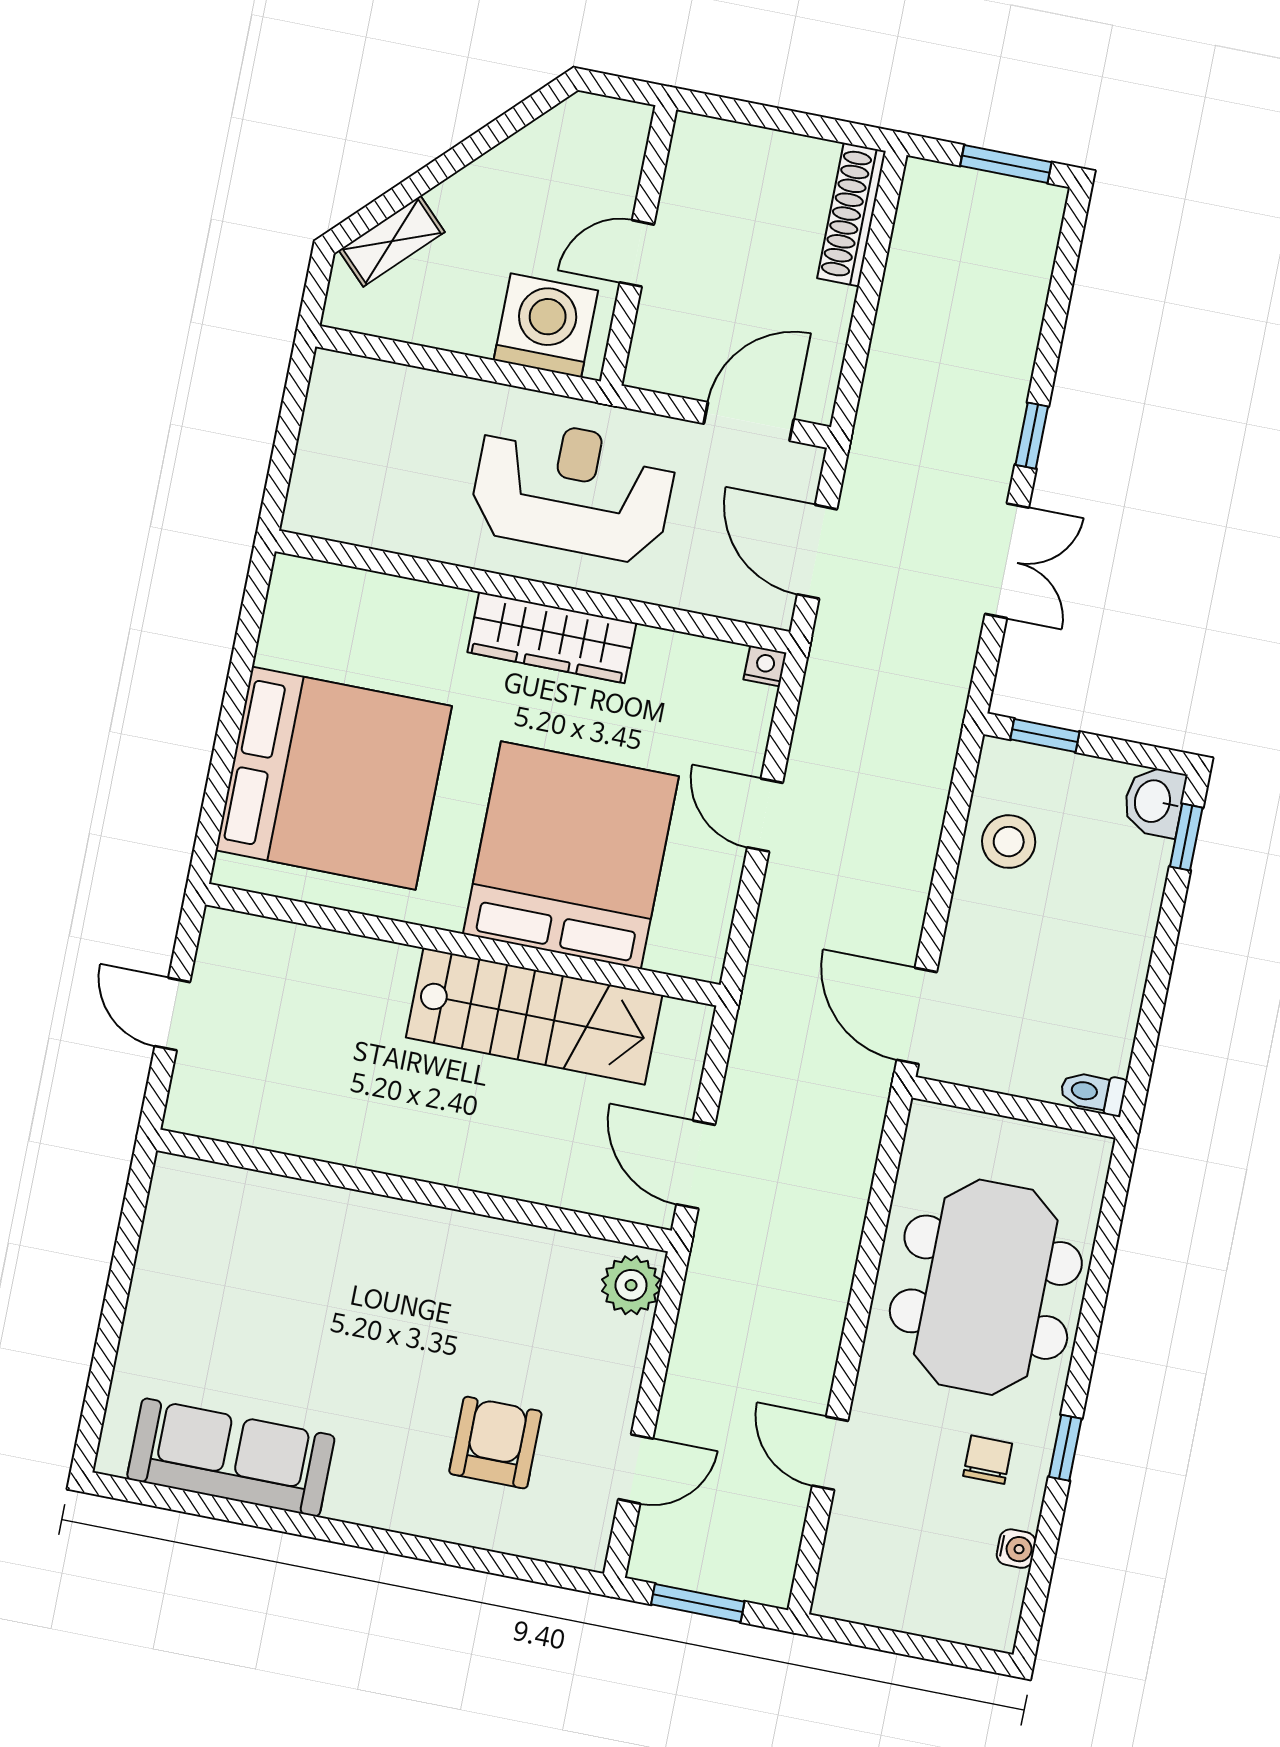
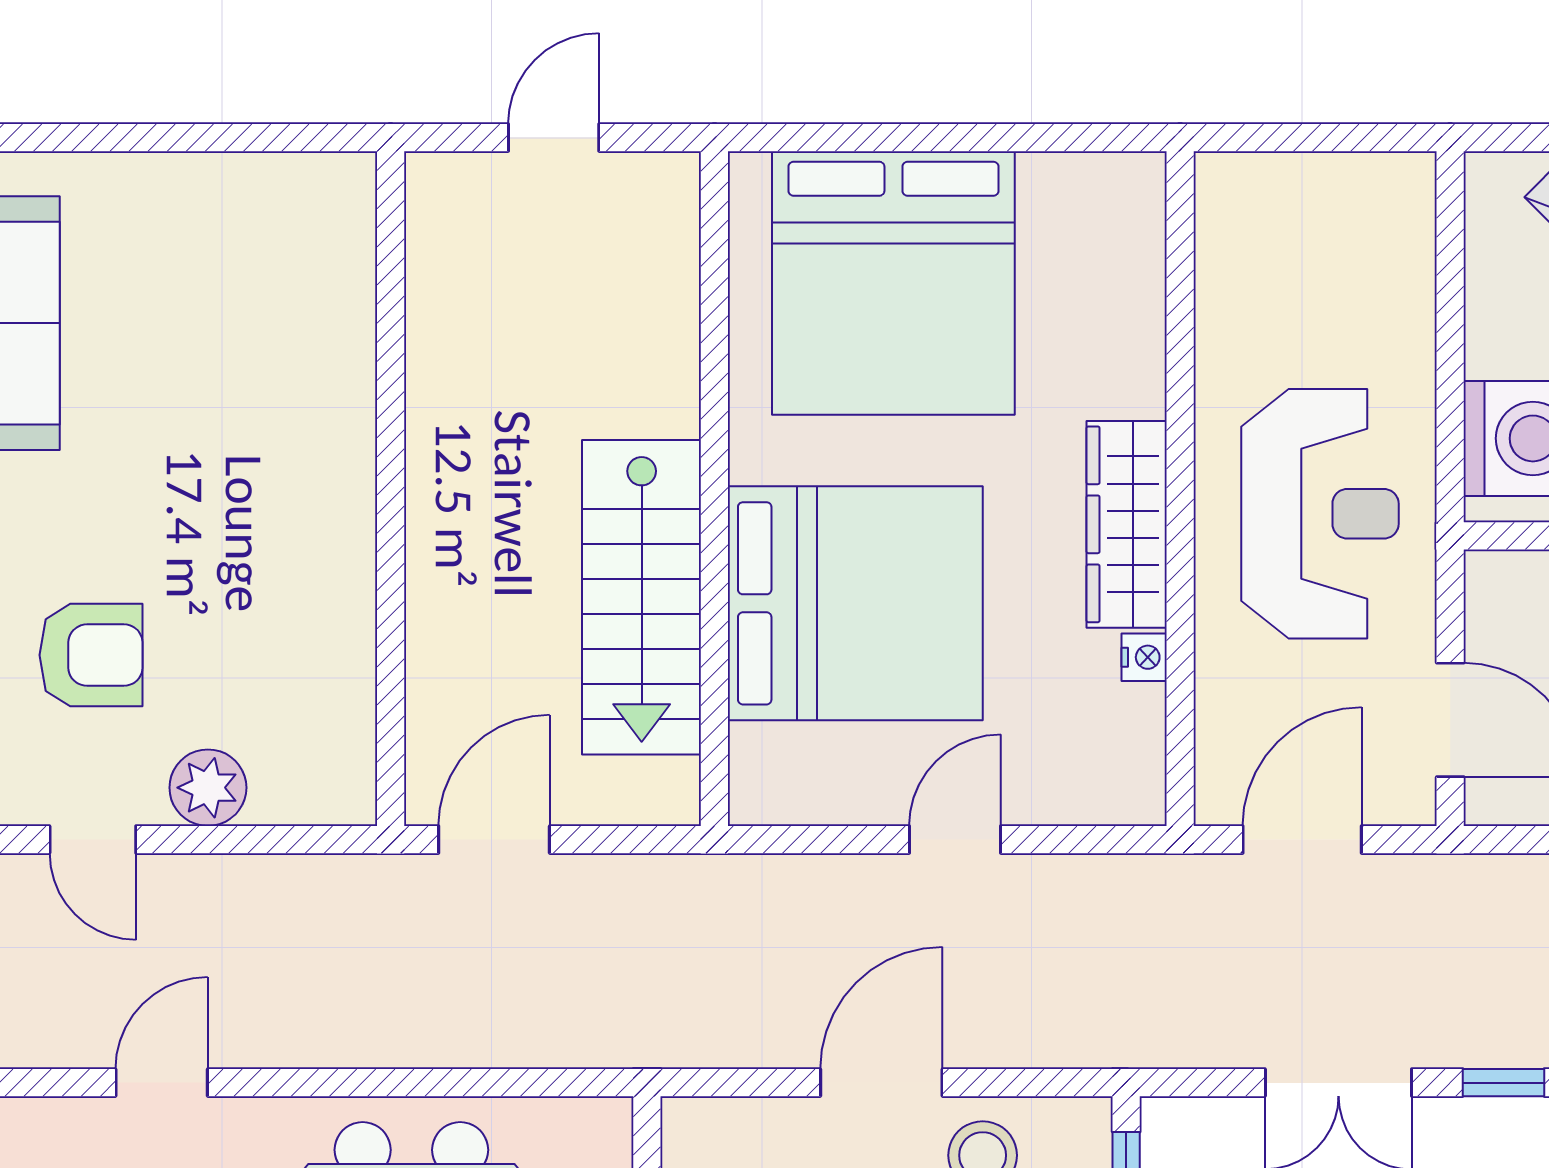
nightstand: (765, 666) -> (1144, 657), moved
door: (917, 1016) -> (881, 1083), moved
plant: (631, 1285) -> (208, 788), moved

